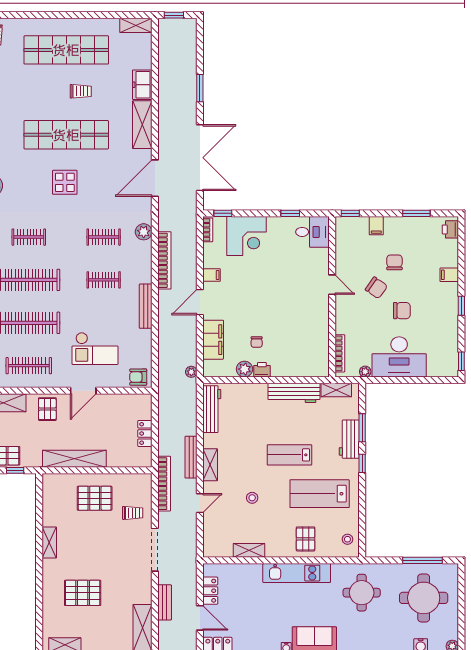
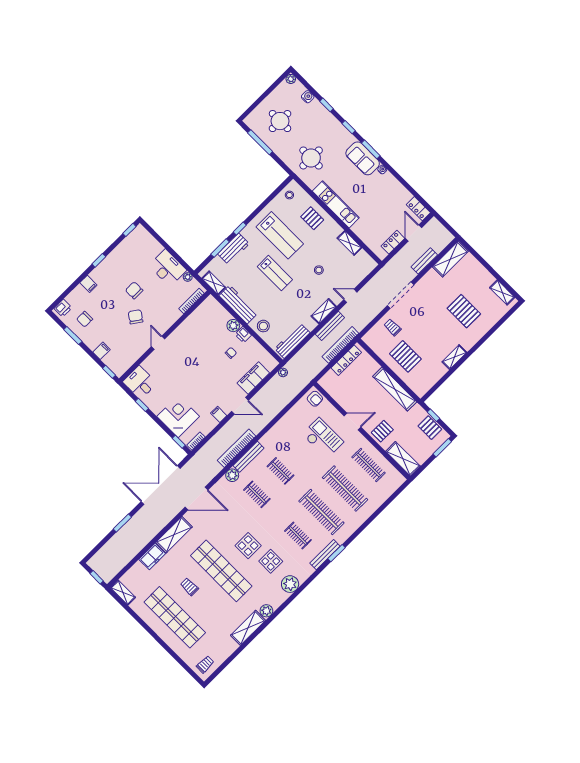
display table: (30, 189) -> (271, 561), added
chair: (394, 262) -> (85, 319), moved
bench: (146, 306) -> (248, 457), moved
desk: (399, 357) -> (168, 268), width x0.73, depth x0.77
plant: (245, 369) -> (233, 326), moved
stool: (252, 396) -> (263, 326), added
locker: (145, 433) -> (346, 360), width x1.53
bookcase: (164, 484) -> (340, 345), moved
pallet: (306, 539) -> (312, 218), turned 90
round table: (424, 598) -> (280, 121), width x0.73, depth x0.73

